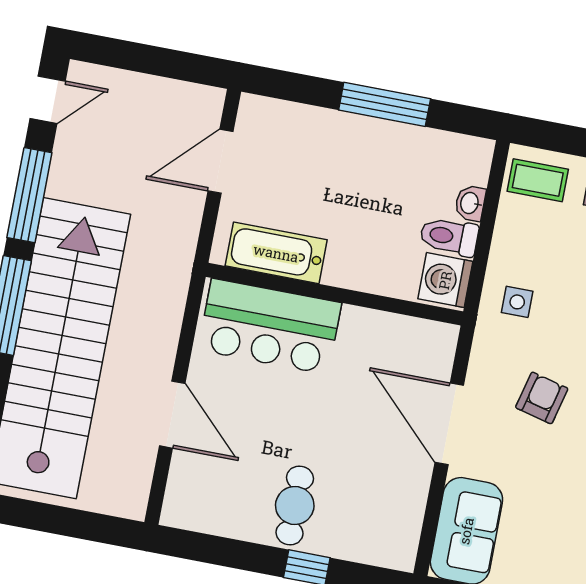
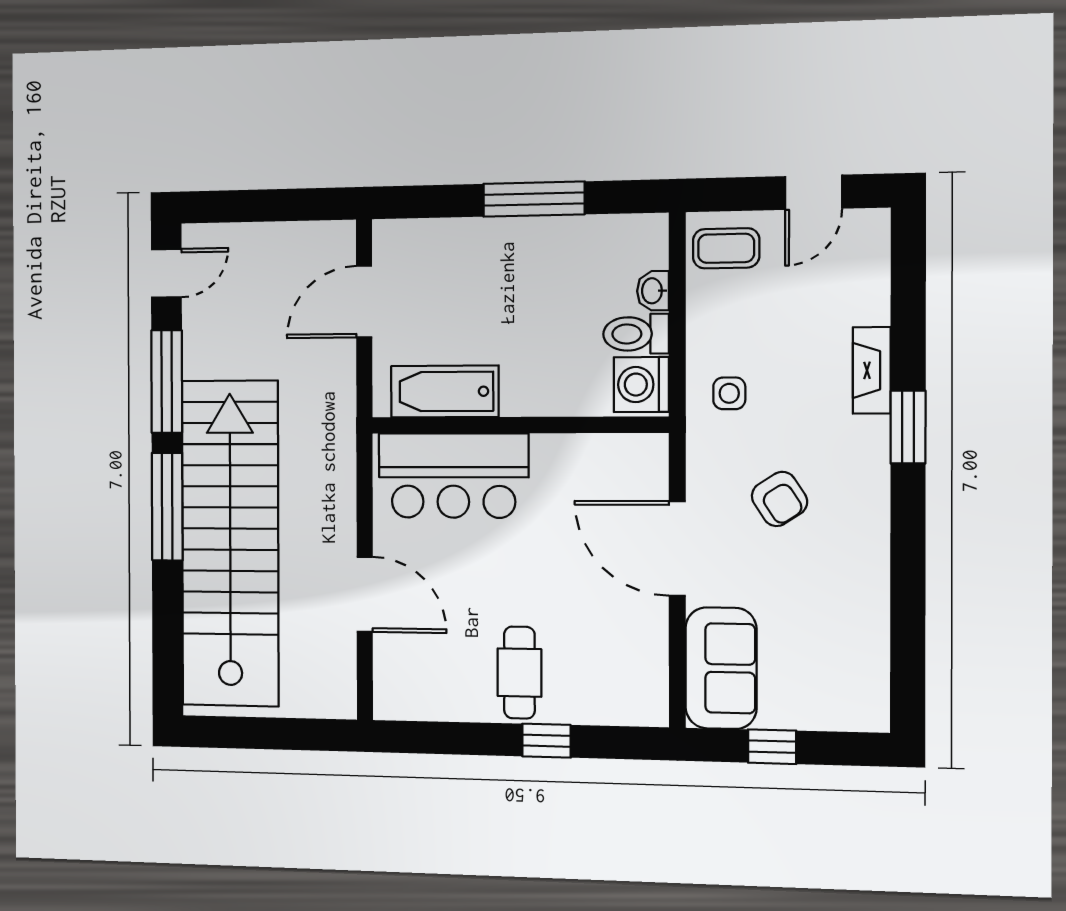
armchair: (542, 398) -> (779, 499), turned 133

